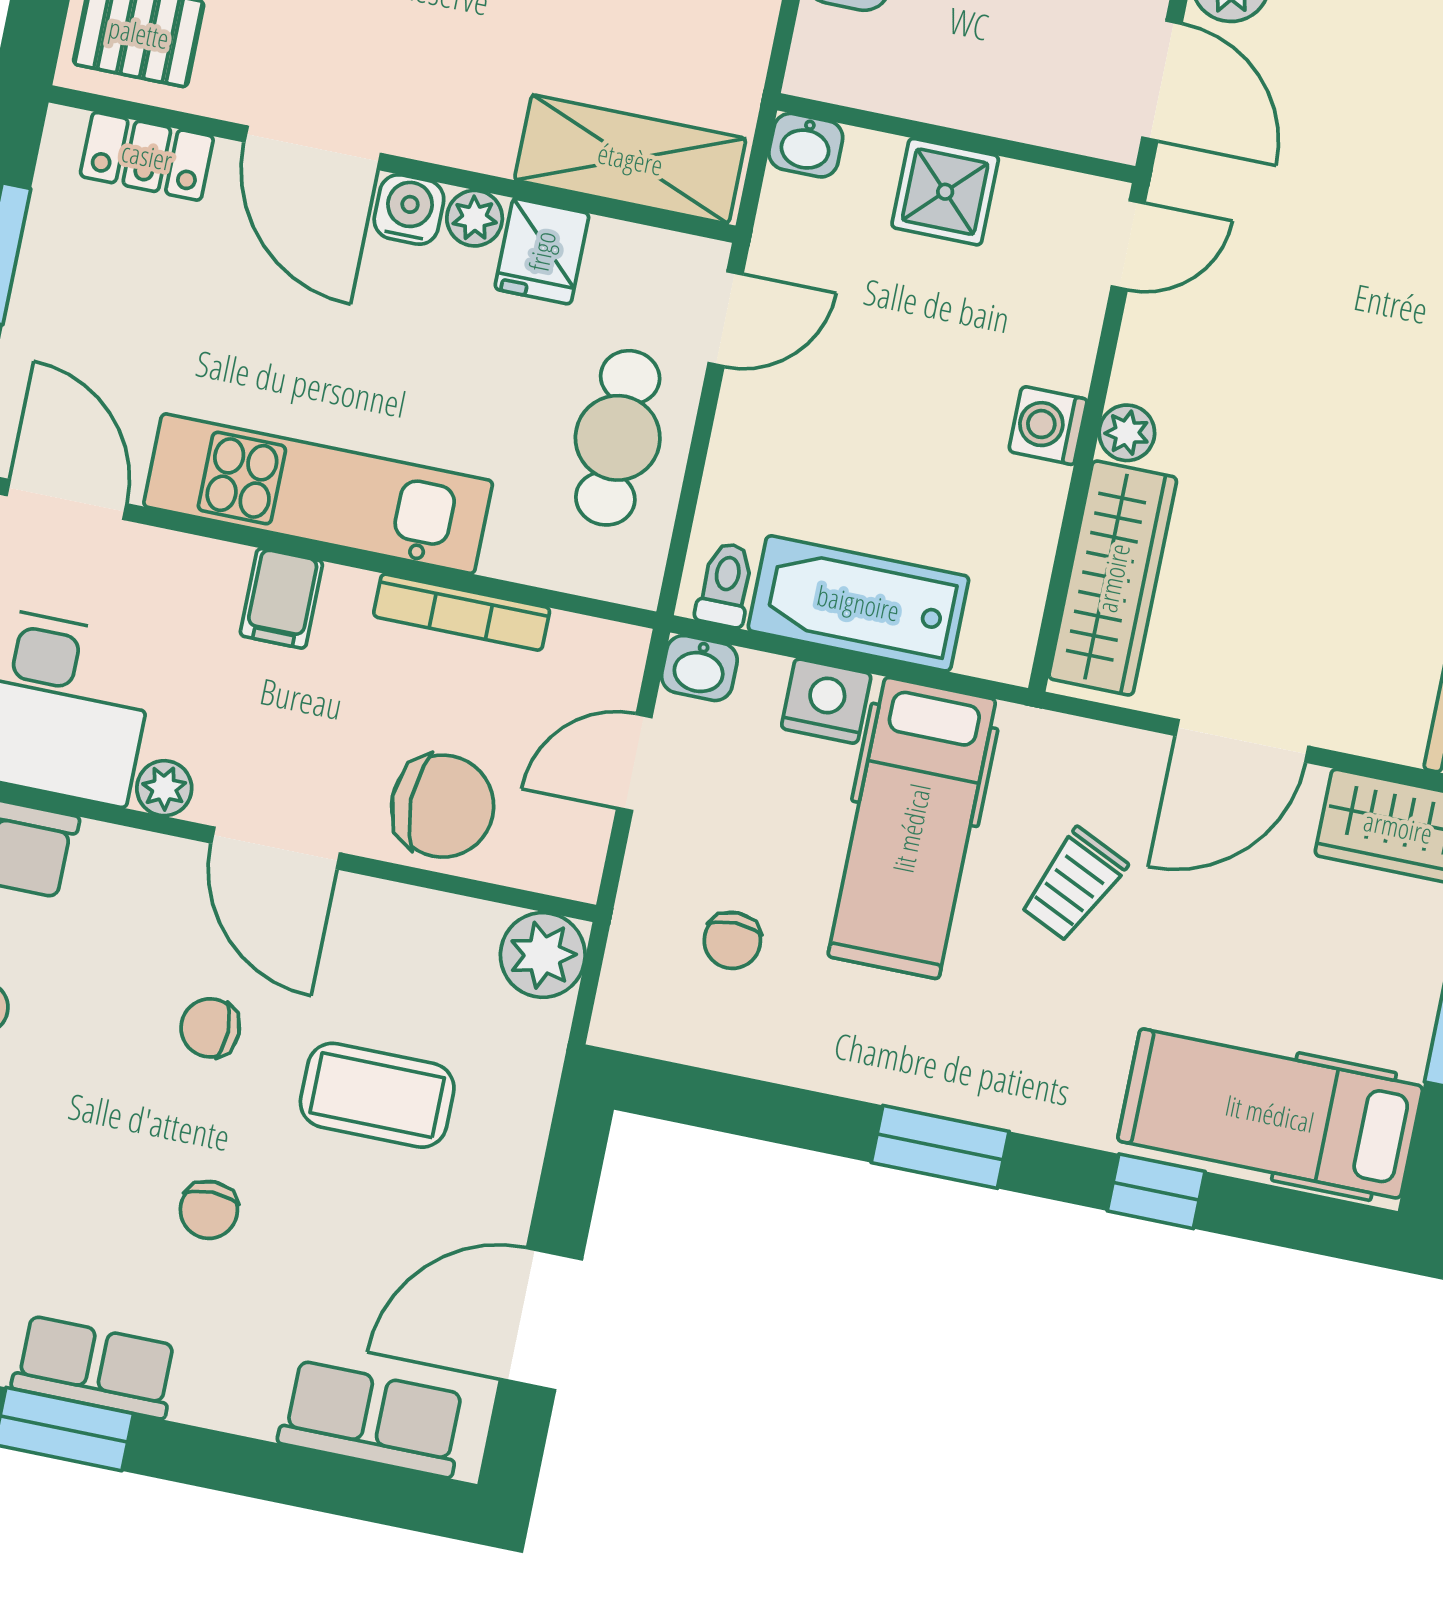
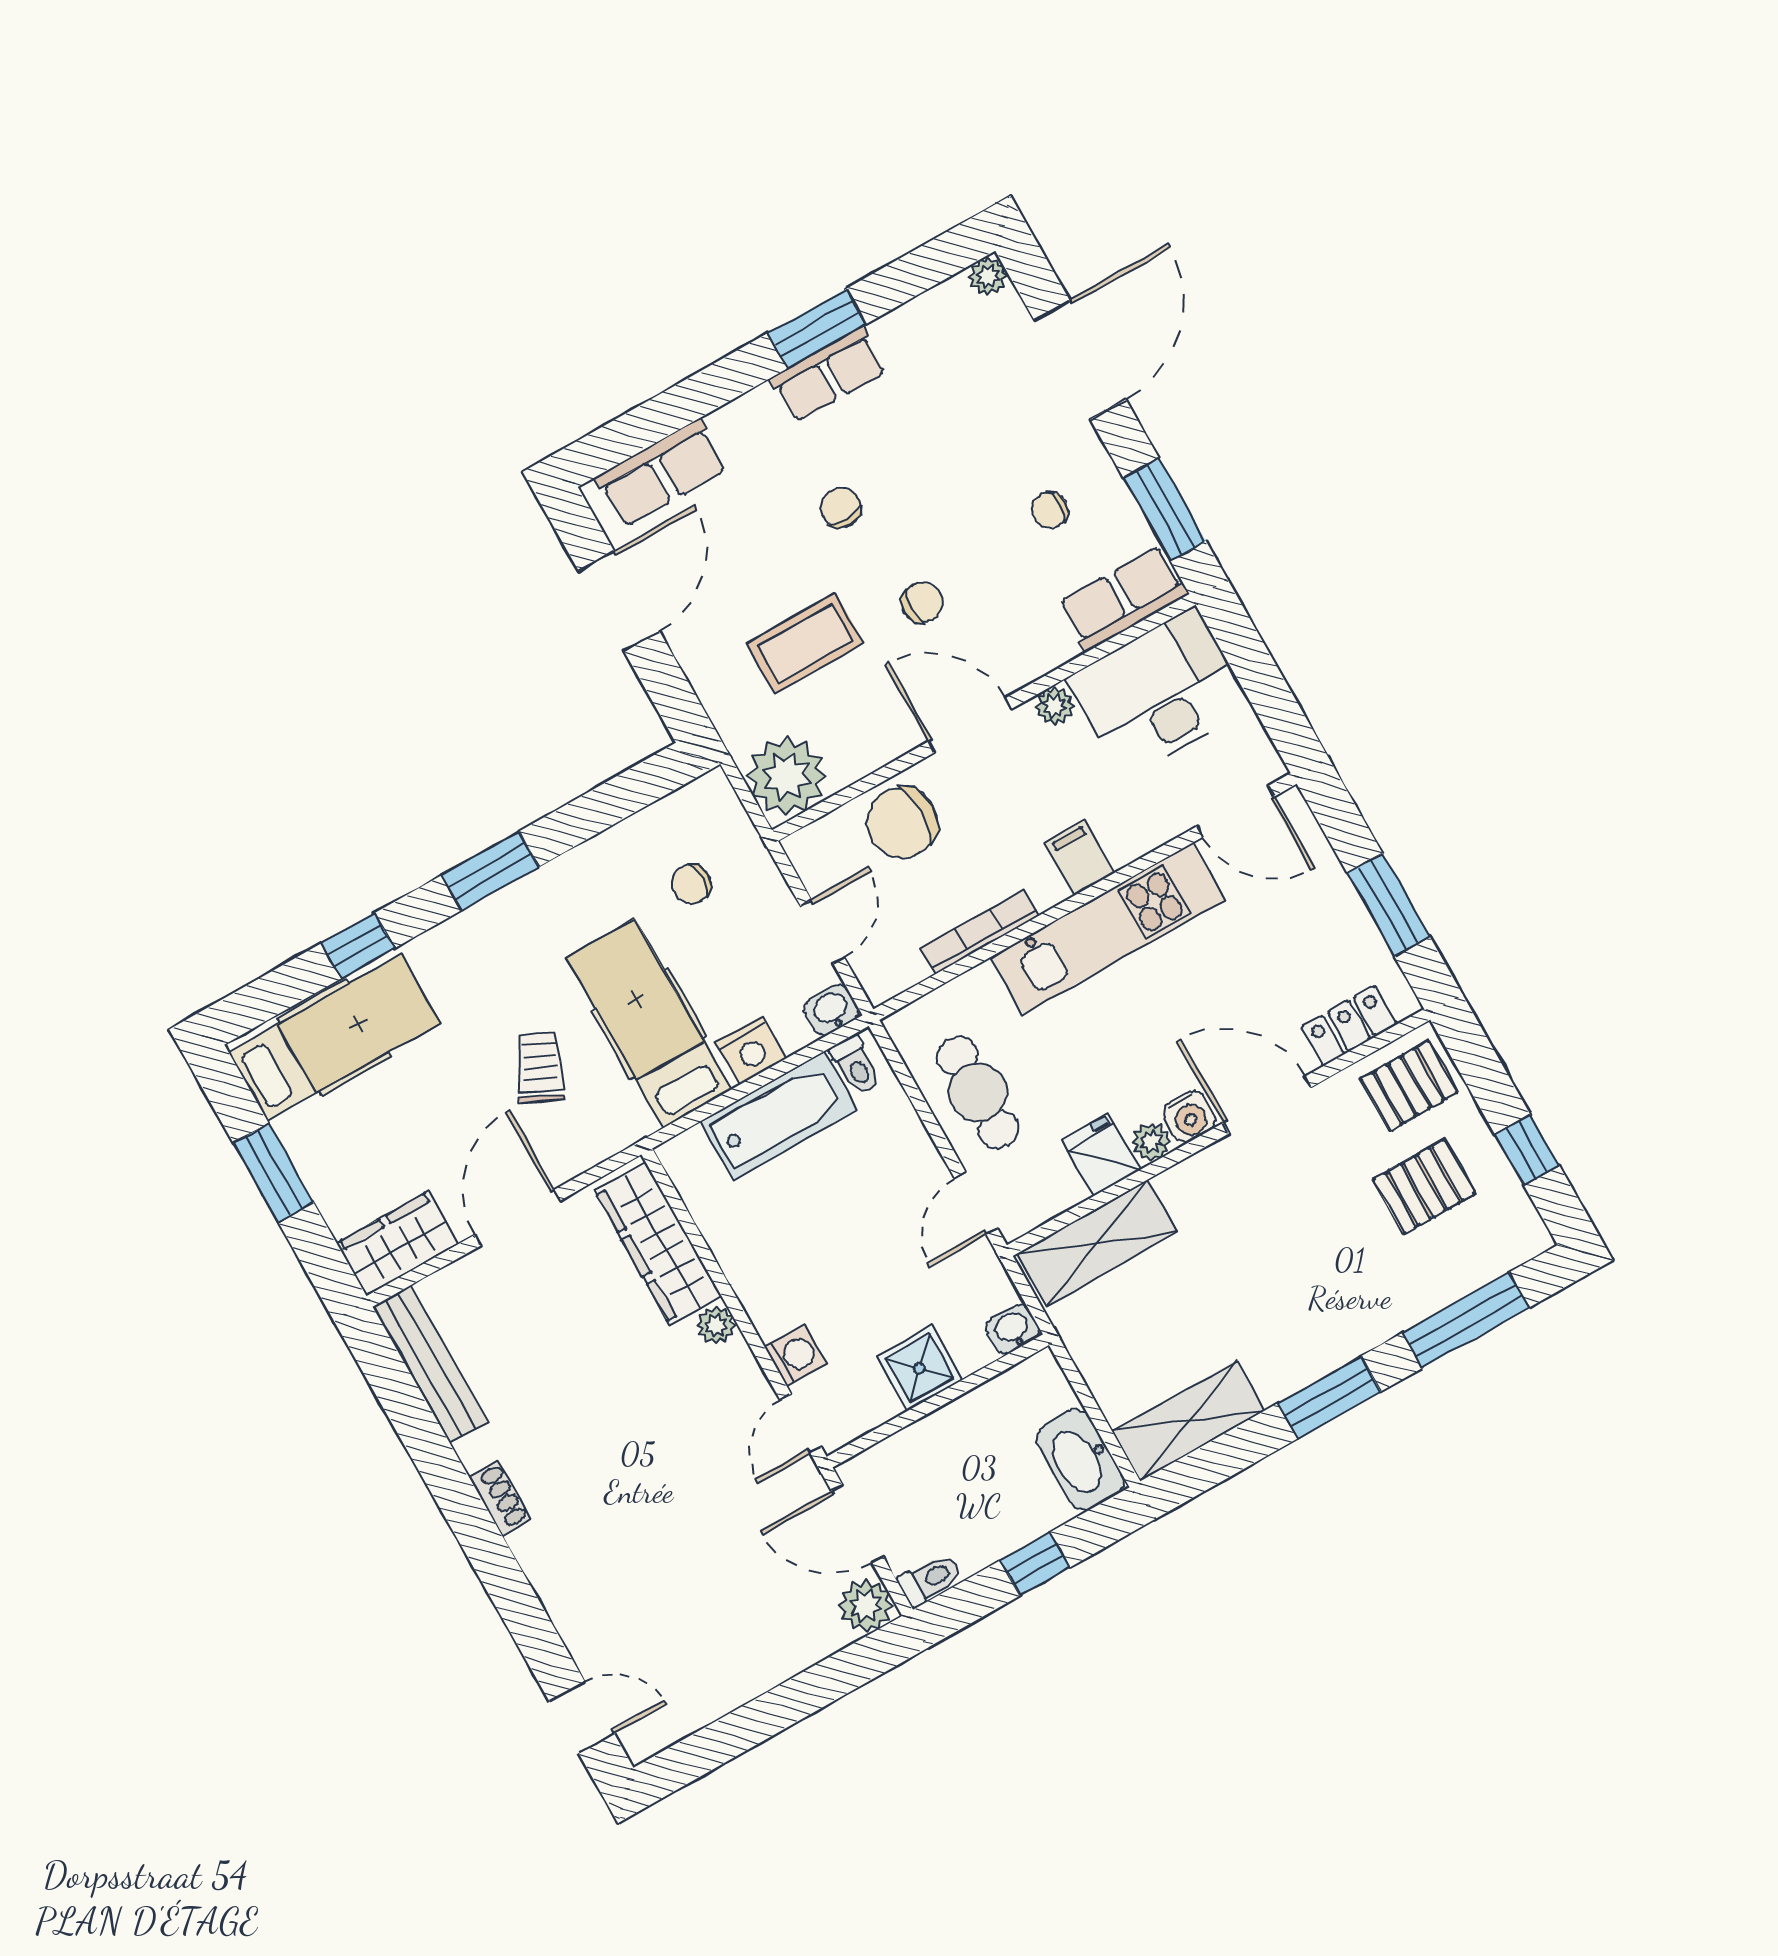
washing machine: (1048, 425) -> (796, 1356), moved
chair: (732, 940) -> (691, 884), turned -90
plant: (543, 955) -> (787, 776), width x1.36, depth x1.36

